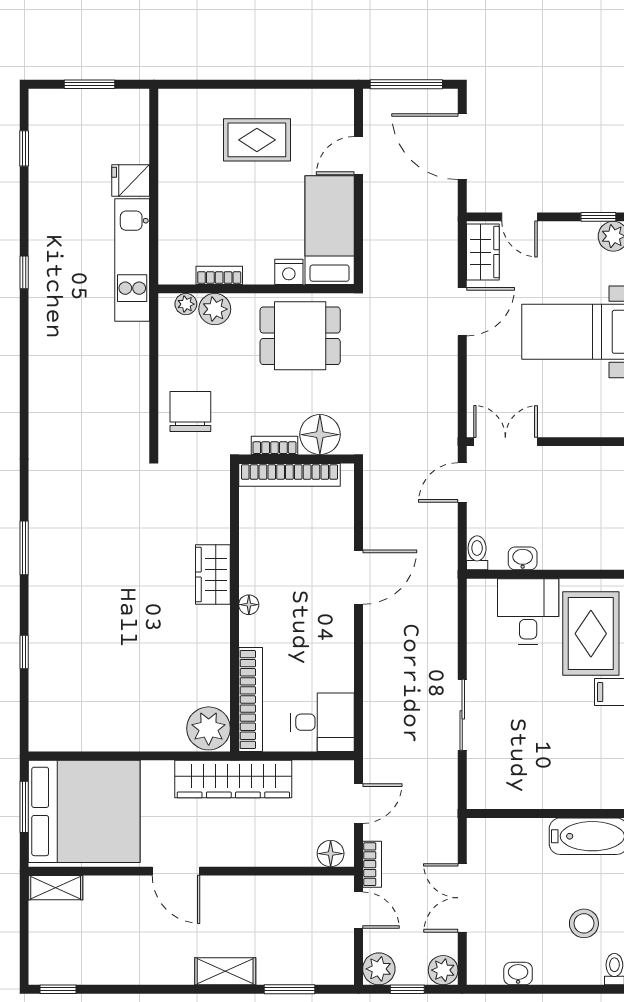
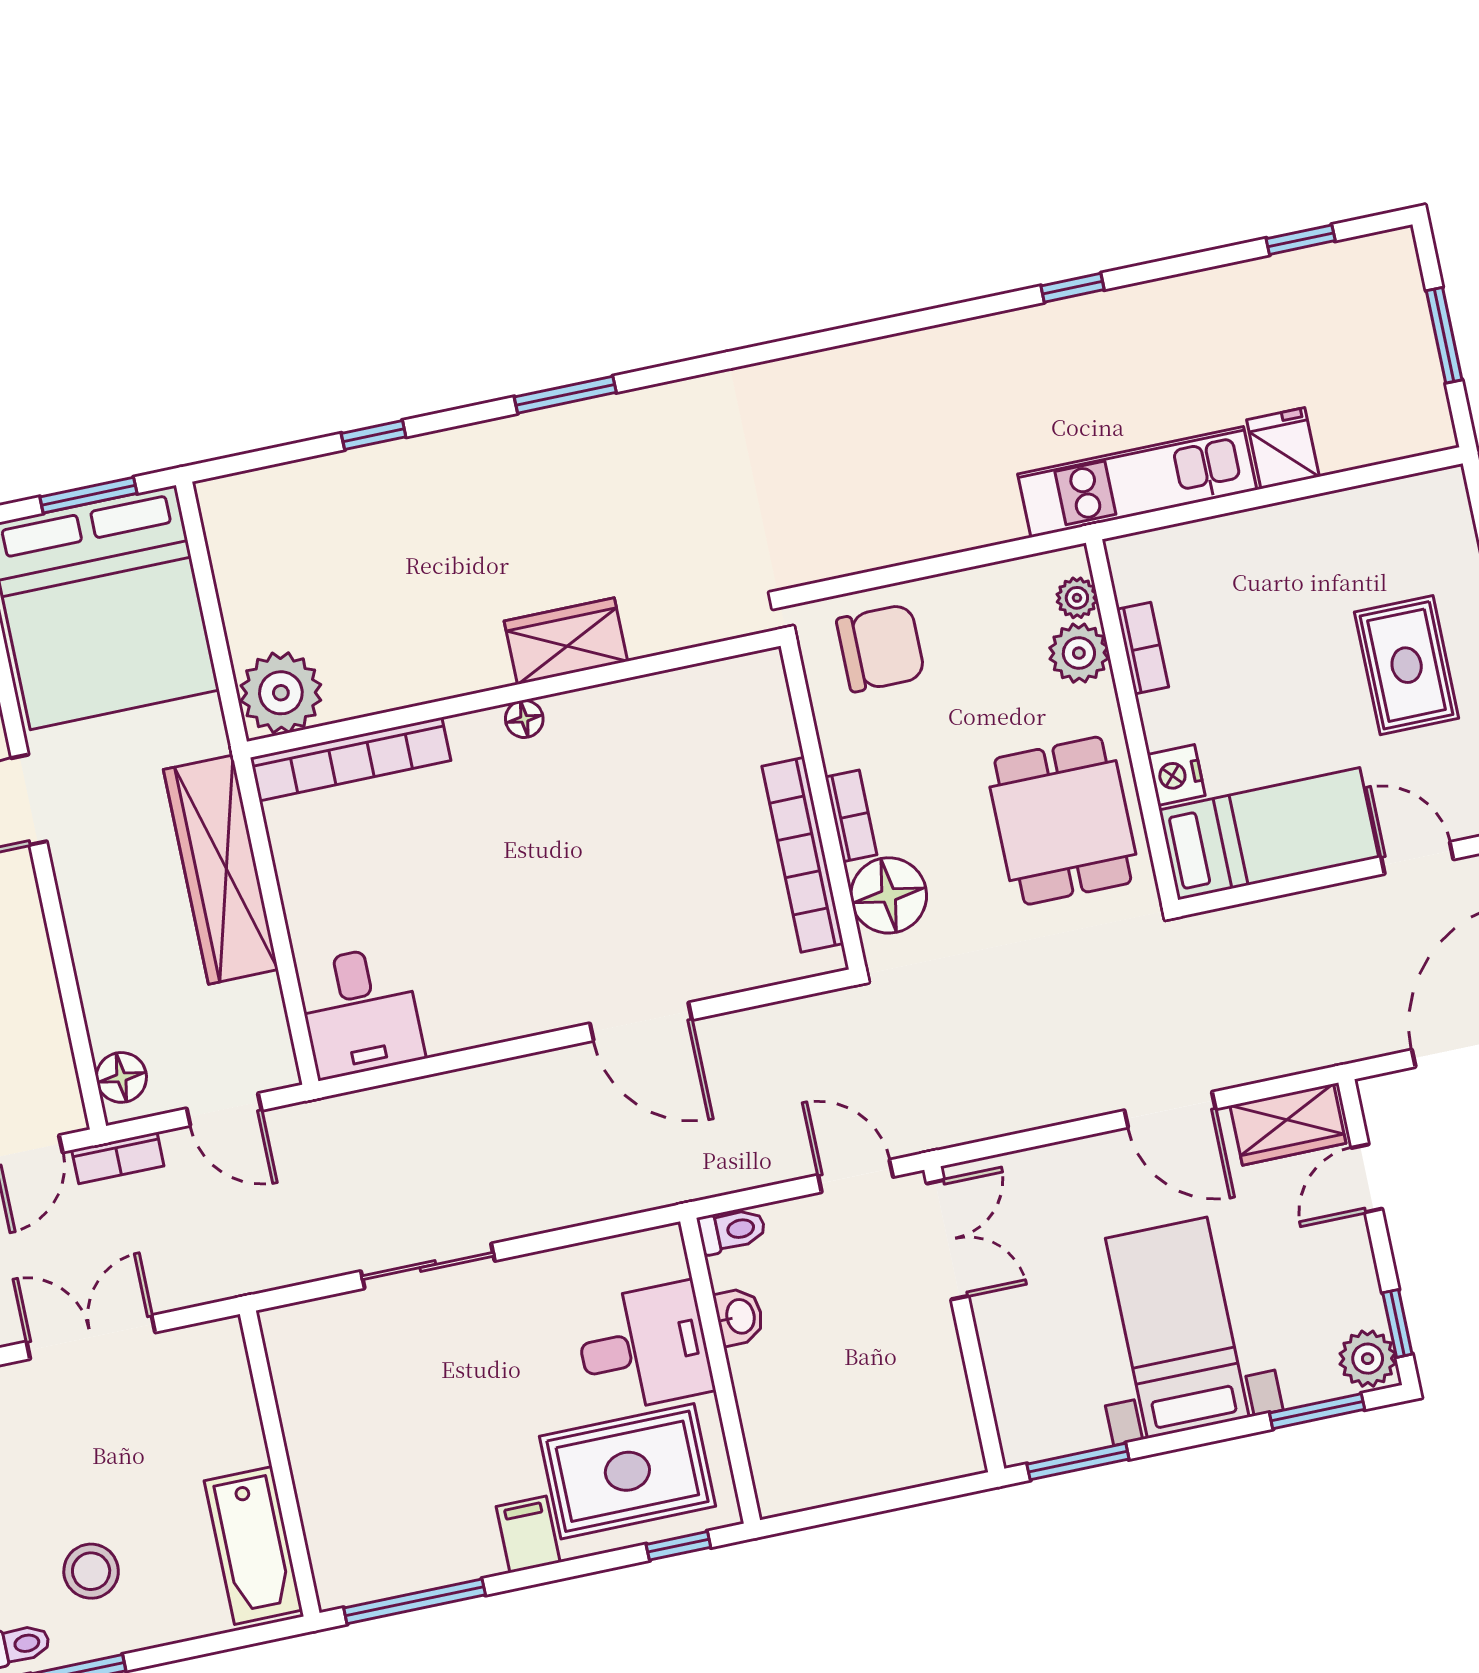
wardrobe: (213, 575) -> (566, 641), moved
floor lamp: (249, 605) -> (524, 719), moved
wall: (235, 607) -> (514, 694), moved
bookcase: (251, 699) -> (350, 759), moved
plant: (209, 728) -> (281, 693), moved

